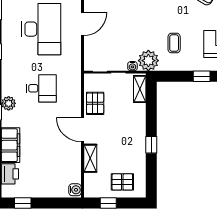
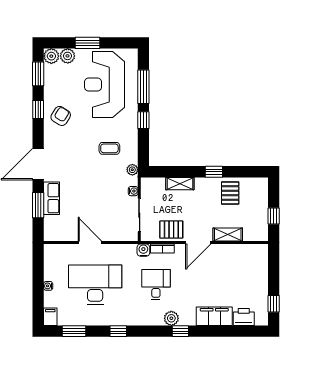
plant: (148, 61) -> (132, 170), width x0.53, depth x0.53
shelving: (140, 89) -> (180, 184), moved
bookcase: (77, 95) -> (162, 248), added
pallet: (122, 182) -> (230, 193), moved
water cooler: (75, 190) -> (143, 250), moved

